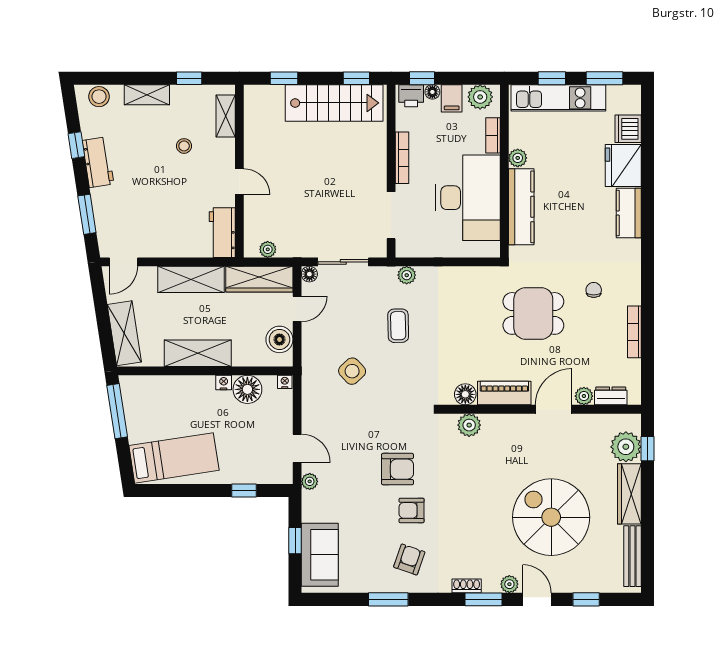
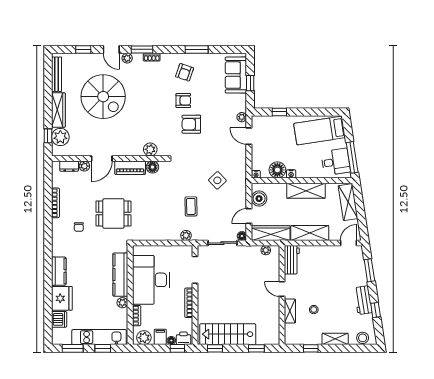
shelving: (226, 116) -> (290, 311), moved
desk: (146, 403) -> (336, 162), added

